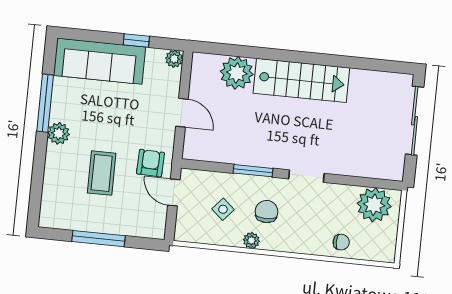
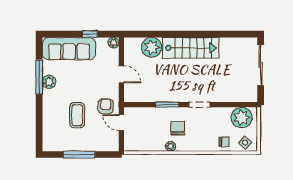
plant: (59, 133) -> (49, 82), moved
side table: (223, 209) -> (245, 143), moved

